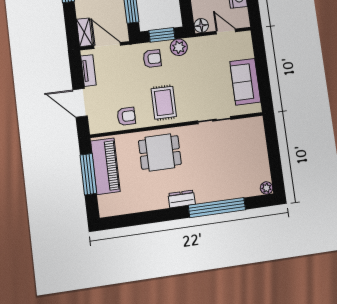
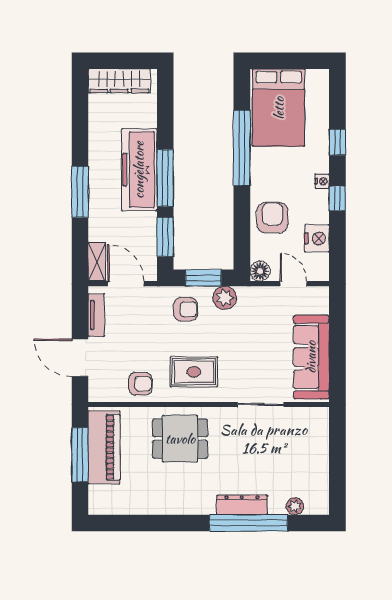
sofa: (245, 82) -> (311, 357), width x1.36
rug: (164, 103) -> (194, 372), turned 90
plant: (267, 188) -> (295, 506), moved
dresser: (182, 199) -> (242, 505), moved, width x1.44

